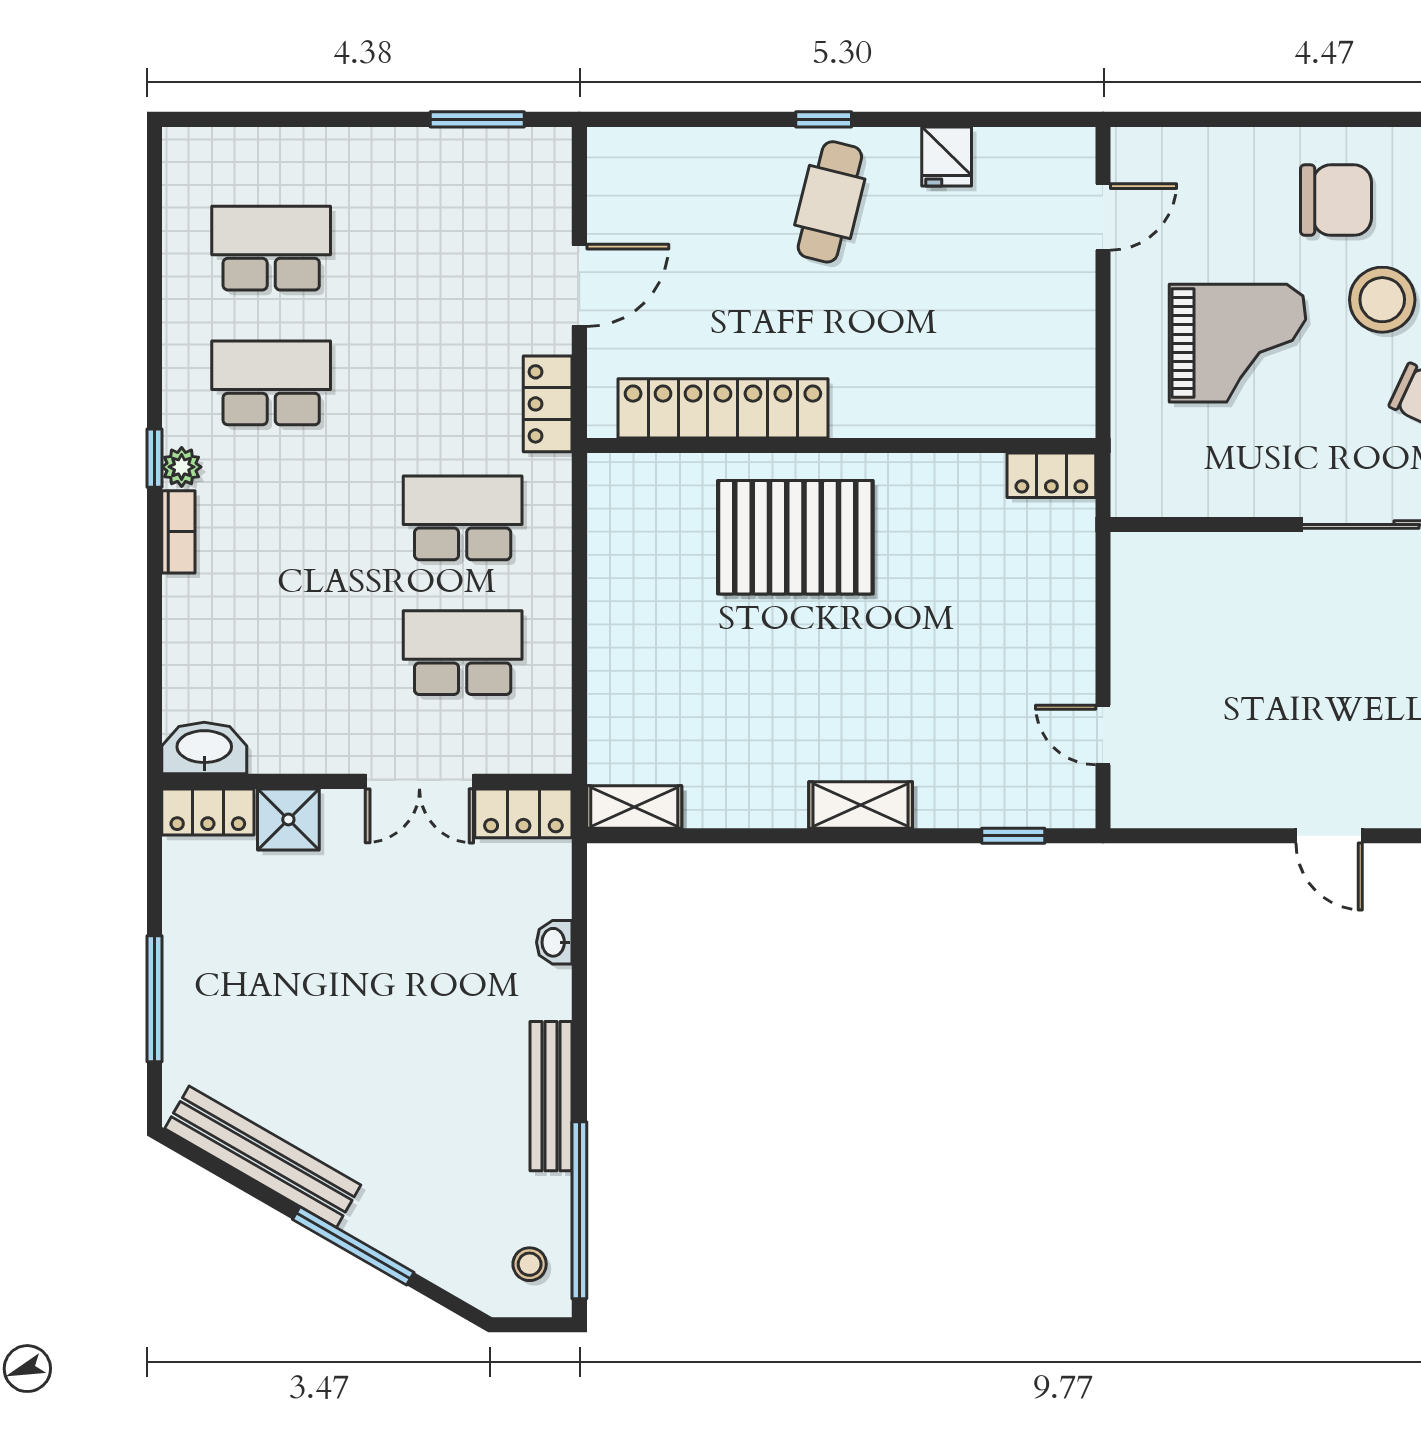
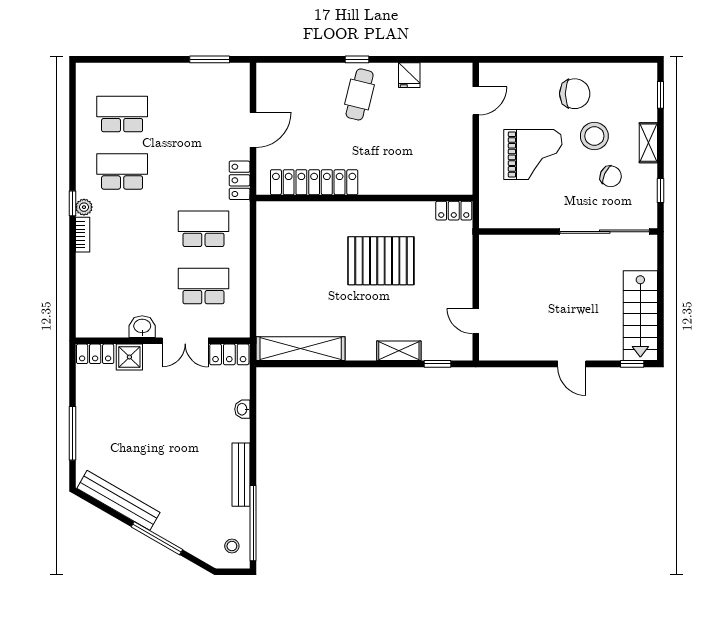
pallet: (795, 537) -> (381, 261), moved
washbasin: (204, 748) -> (142, 327), moved, width x0.72
shelving: (861, 805) -> (399, 351), moved
shelving: (634, 807) -> (301, 349), width x2.20, depth x1.33

